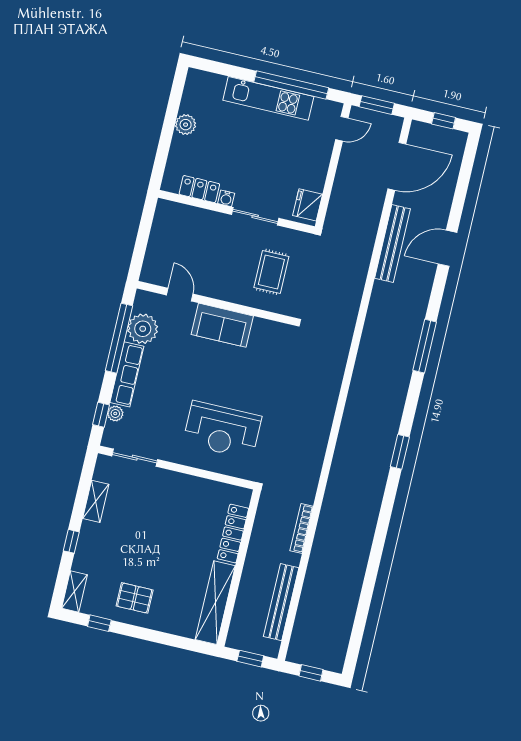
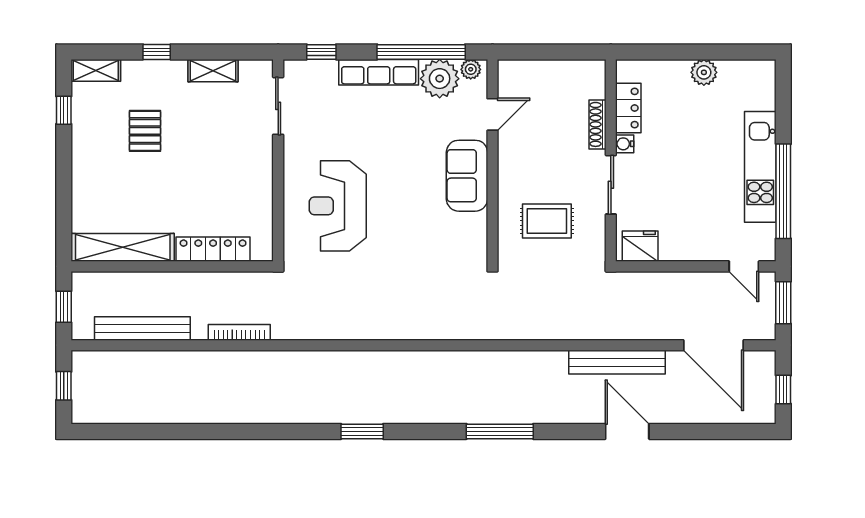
shoe rack: (206, 216) -> (598, 124), added
plant: (115, 414) -> (471, 69), moved
pallet: (135, 598) -> (145, 131), moved

